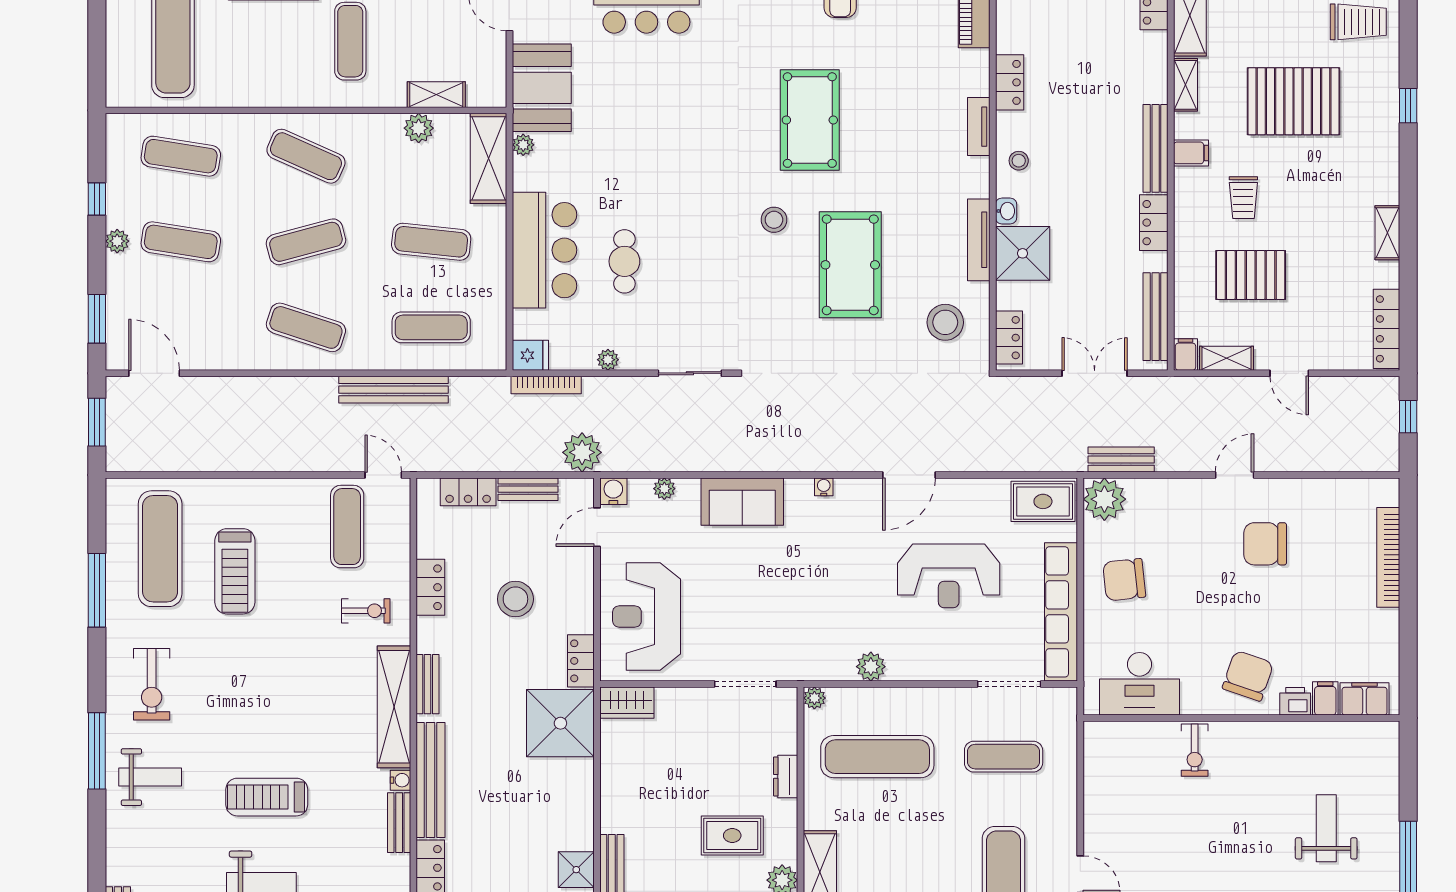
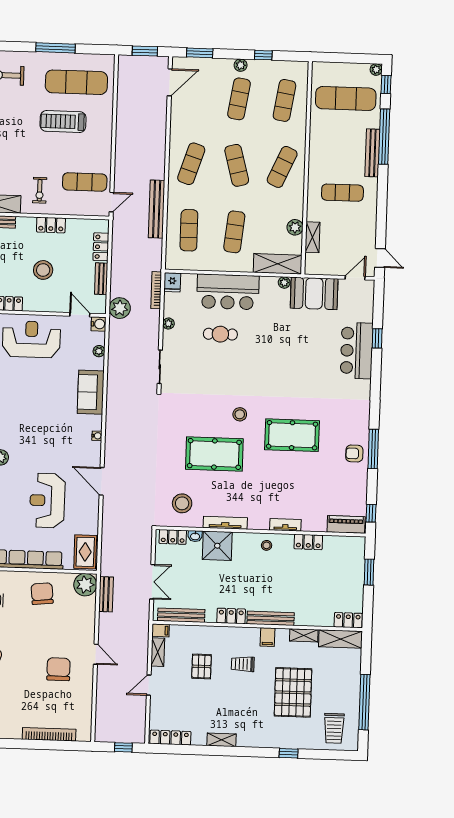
washbasin: (1006, 211) -> (195, 536), moved
pallet: (1251, 275) -> (202, 666), width x0.67, depth x0.71

